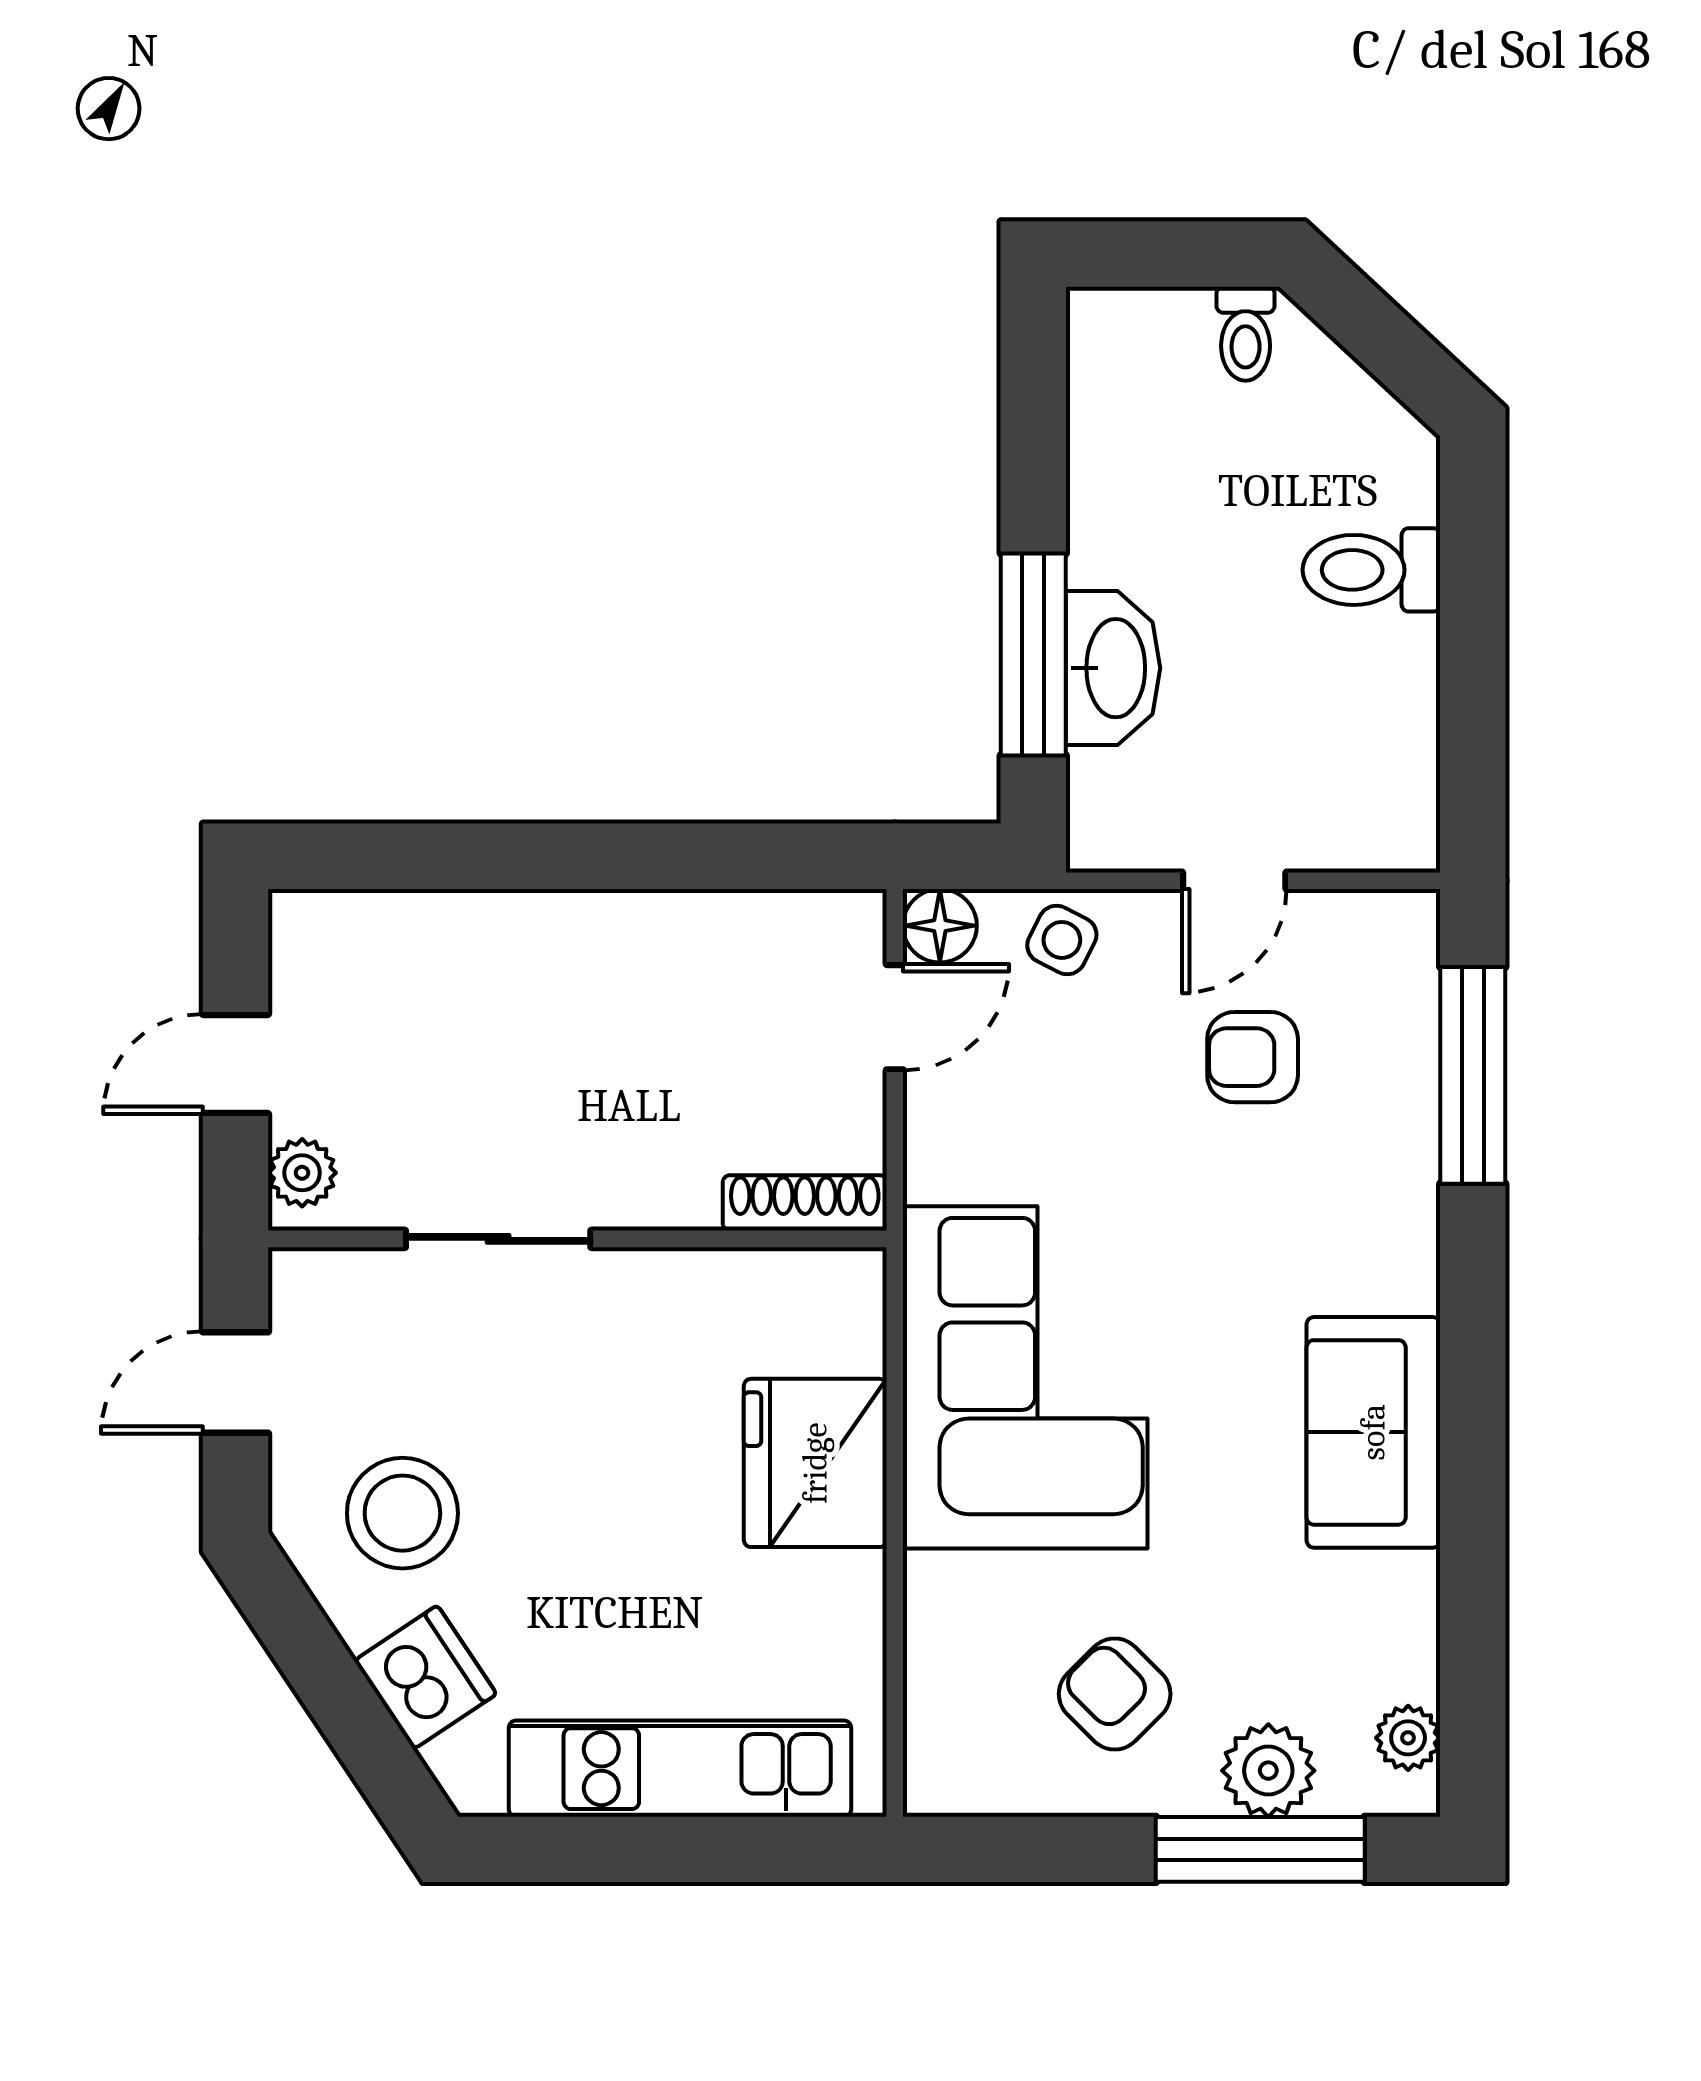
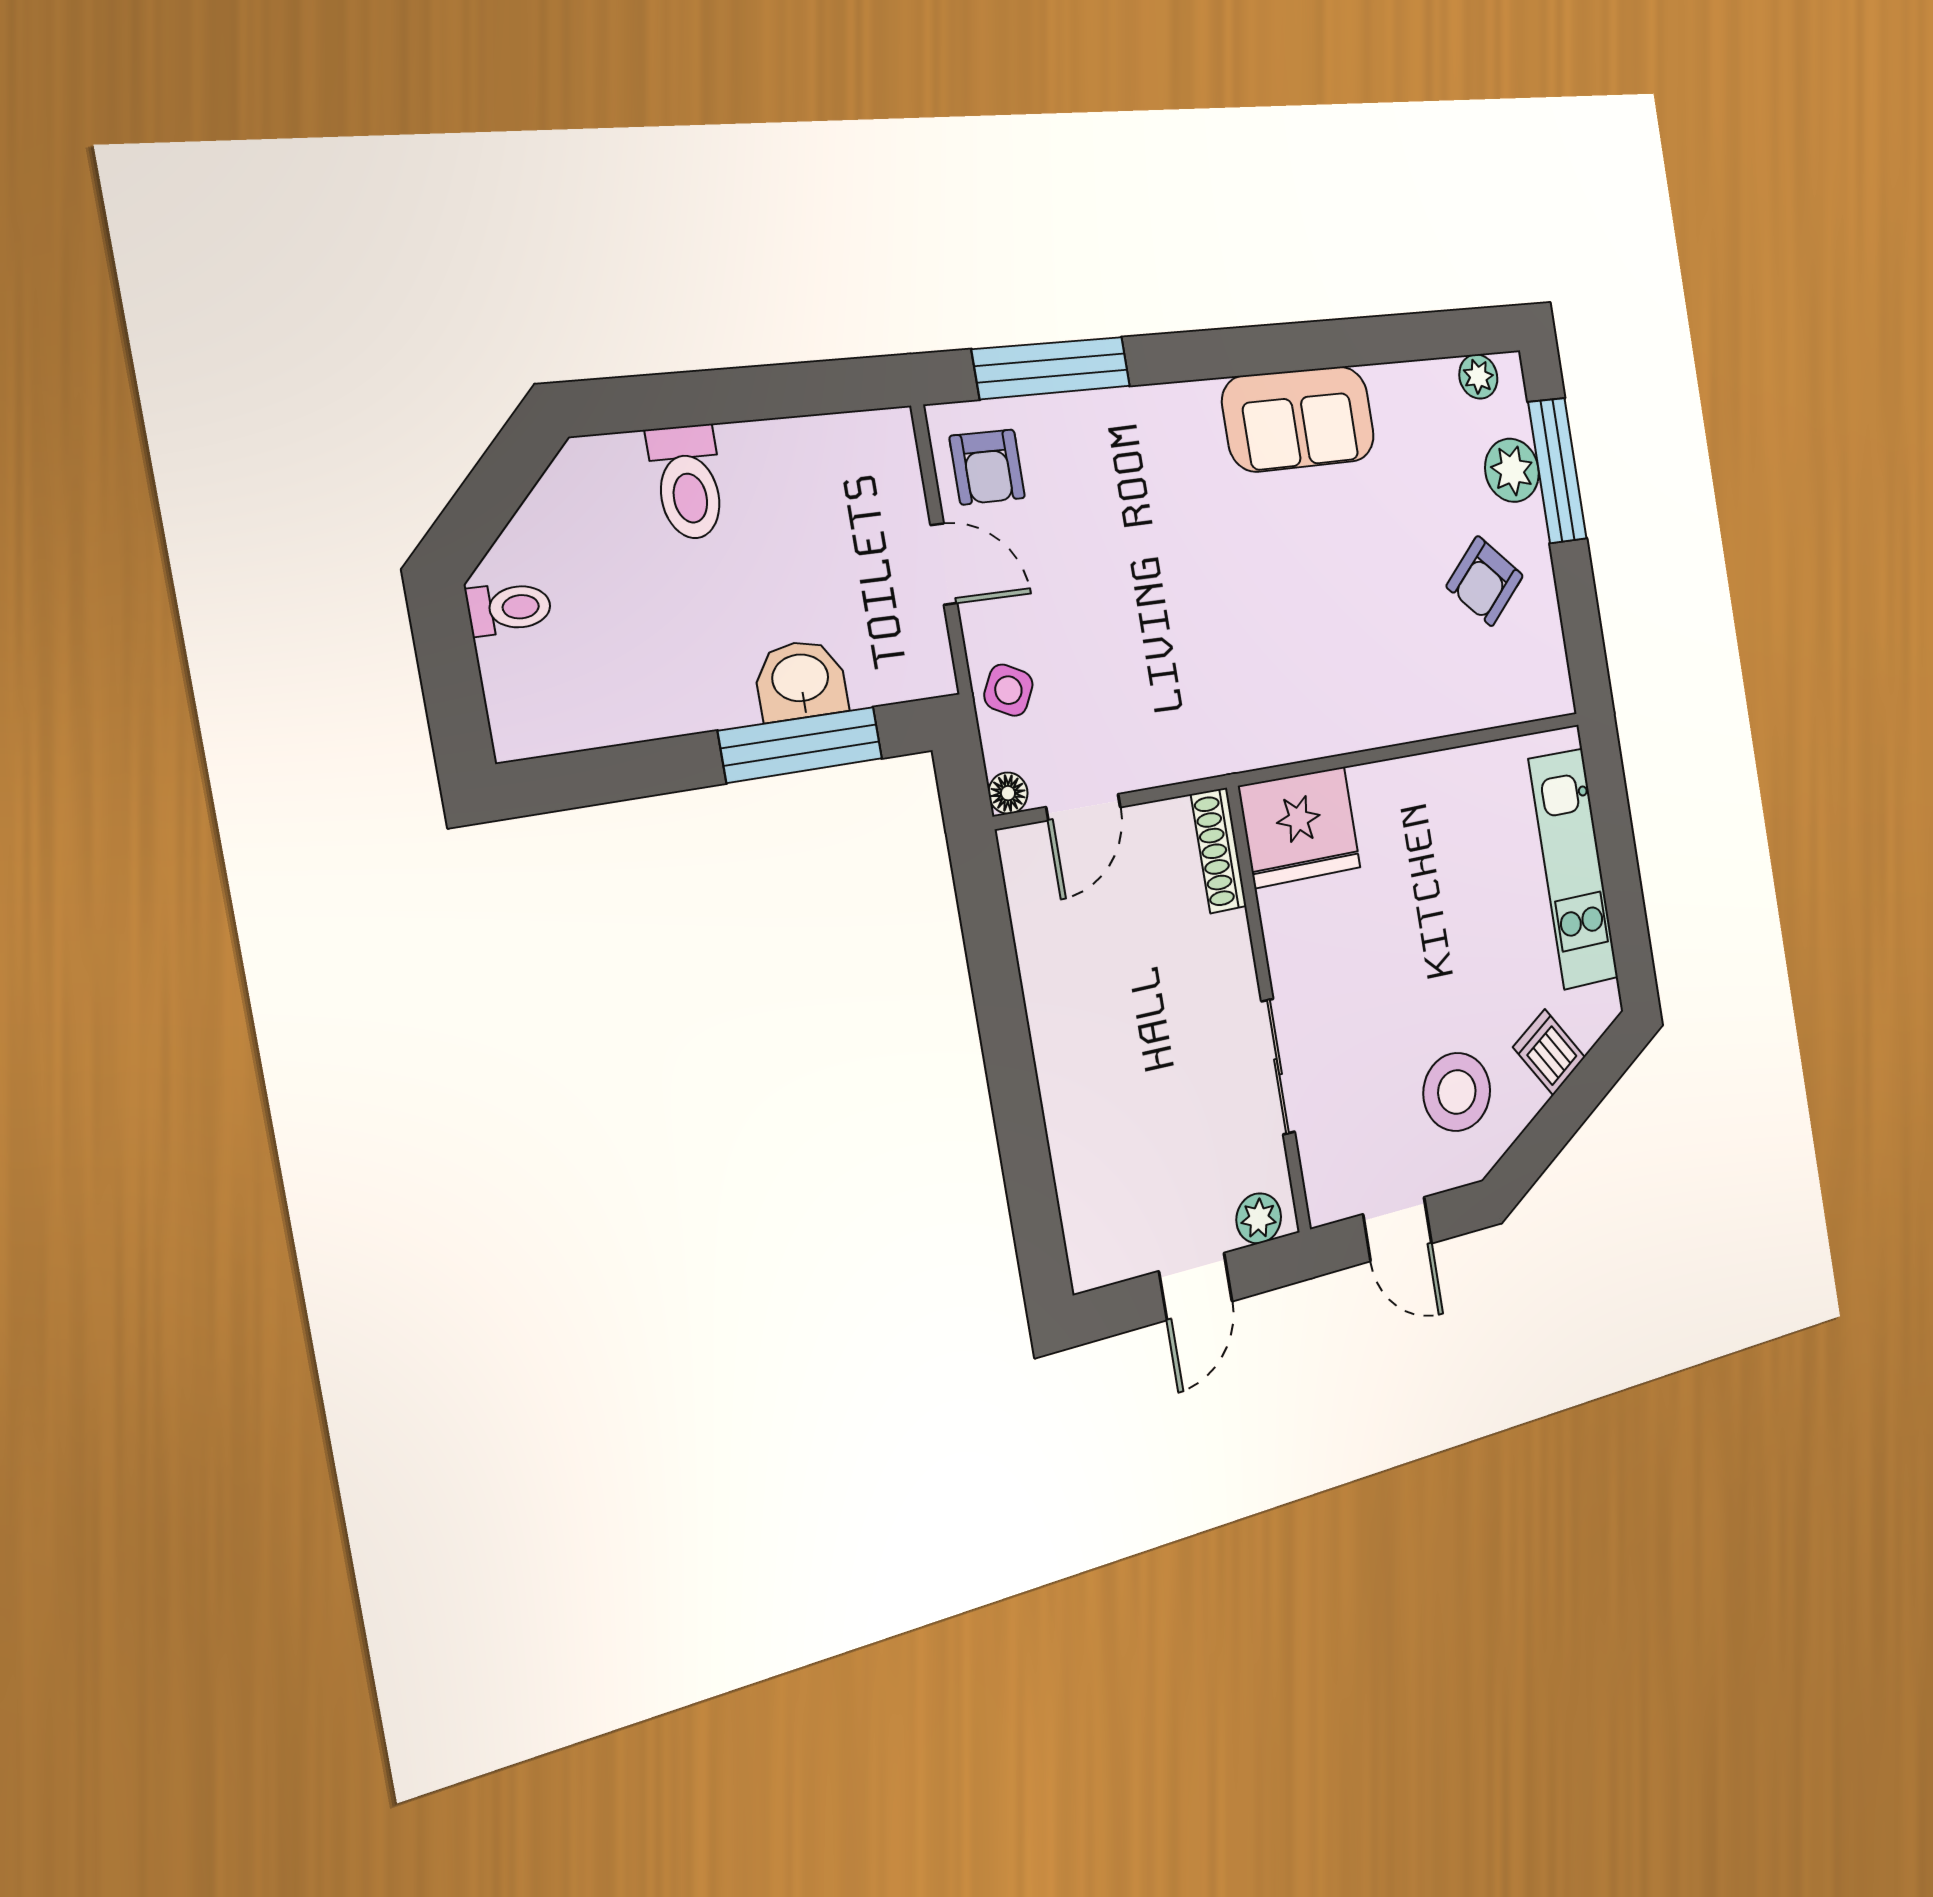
washbasin: (1113, 668) -> (801, 680), width x0.72
floor lamp: (940, 926) -> (1008, 793), width x0.73, depth x0.73
door: (895, 1017) -> (1083, 807), swing flipped
armchair: (1253, 1057) -> (987, 467), moved
door: (236, 1064) -> (1196, 1286), hinge flipped
corner sofa: (1025, 1377) -> (1304, 672), removed
fridge: (815, 1463) -> (1300, 827), moved
dishwasher: (425, 1677) -> (1549, 1052), width x0.73

